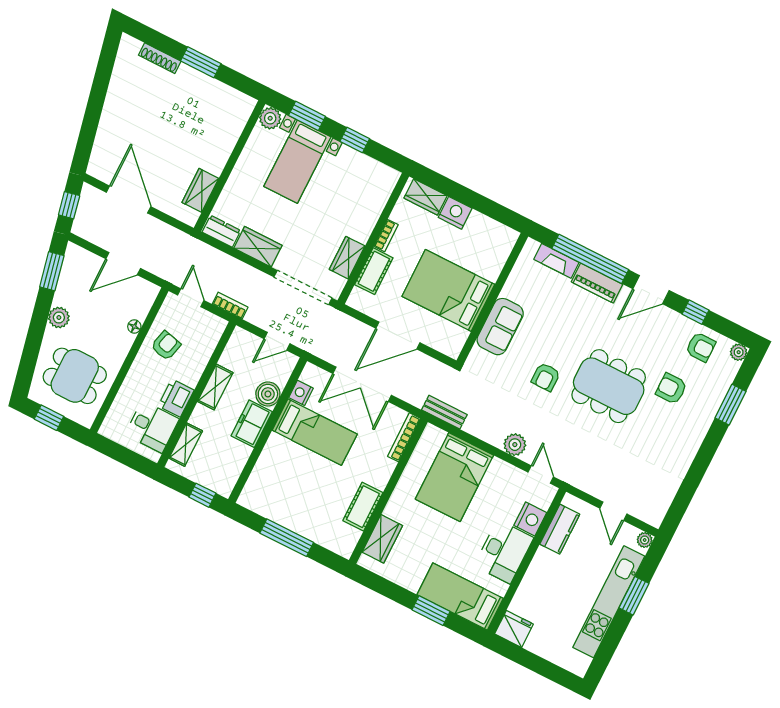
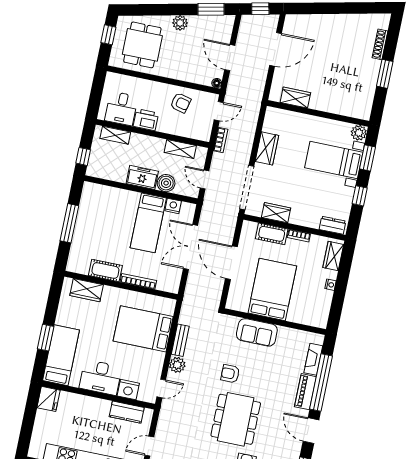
nightstand: (455, 213) -> (330, 285), width x0.53, depth x0.56
dresser: (221, 231) -> (332, 225), moved, turned -90
floor lamp: (134, 327) -> (217, 83), moved
shelving: (215, 387) -> (180, 149), moved
bench: (444, 412) -> (180, 340), moved
bookcase: (404, 437) -> (138, 281), moved

